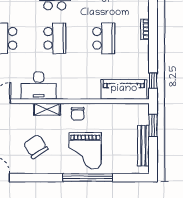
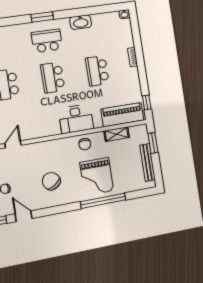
school desk: (55, 38) -> (53, 78), turned 180
school desk: (104, 38) -> (97, 71), turned 180
desk: (39, 86) -> (76, 119), moved
shelving: (47, 109) -> (117, 134), moved

